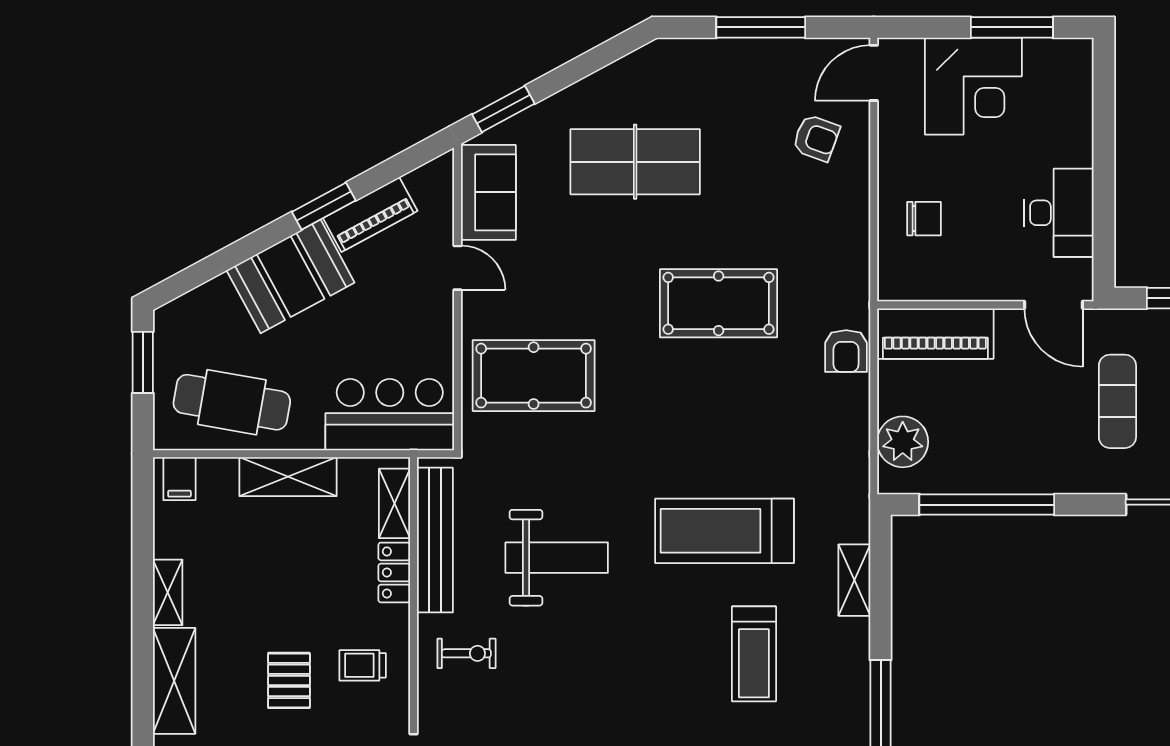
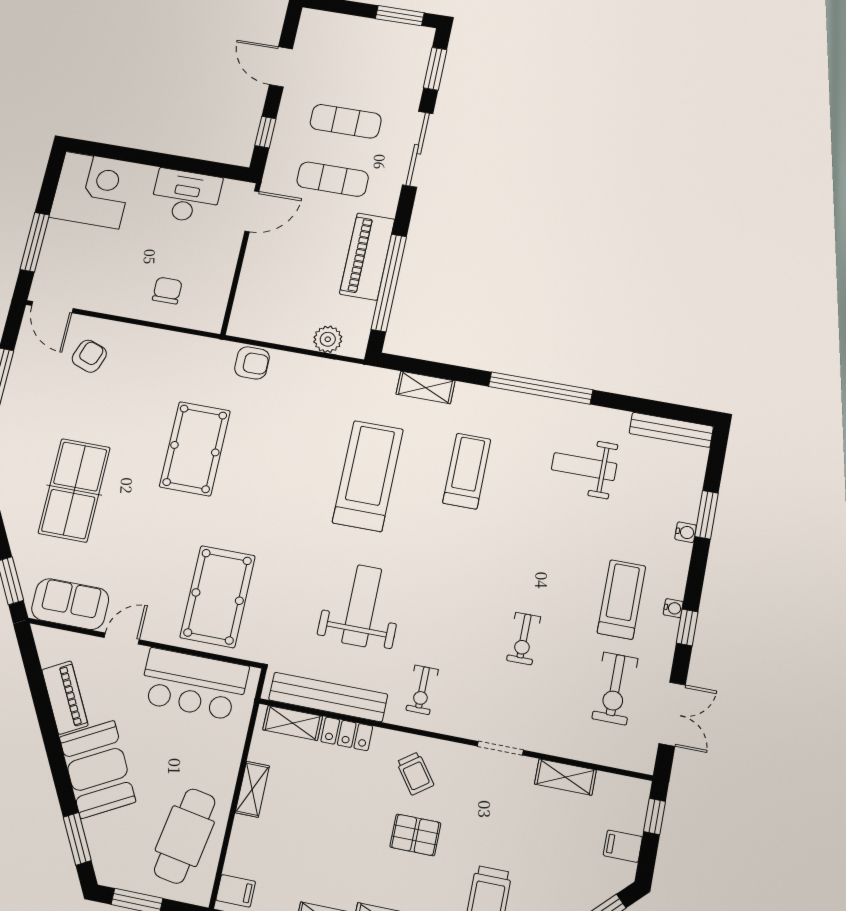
window: (1012, 27) -> (35, 242), moved
corner desk: (973, 86) -> (92, 190), moved
window: (324, 206) -> (77, 839), moved
piano: (935, 334) -> (367, 257), moved, turned 180
bar counter: (390, 415) -> (194, 684), moved, turned -90
plant: (903, 442) -> (328, 339), width x0.73, depth x0.73
shelving: (288, 477) -> (252, 789), width x0.67, depth x0.75
treadmill: (724, 531) -> (368, 476), turned 180
exercise bike: (466, 653) -> (422, 690), turned 180
treadmill: (754, 654) -> (467, 471), turned -90
trolley: (363, 665) -> (415, 773), turned -36

